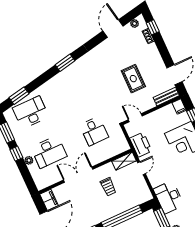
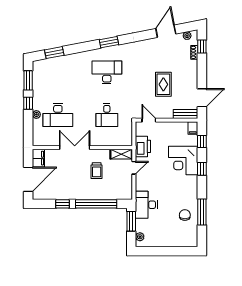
desk: (31, 112) -> (107, 72), moved

